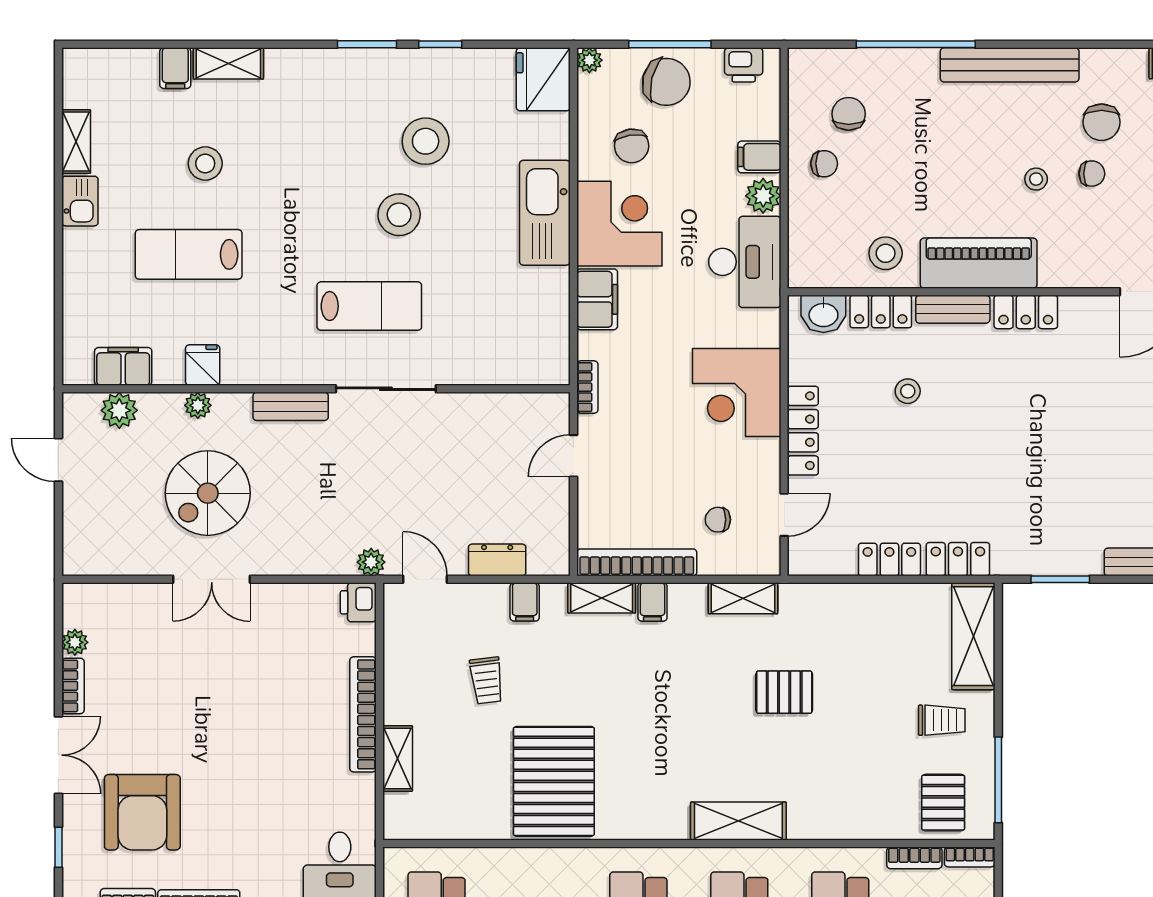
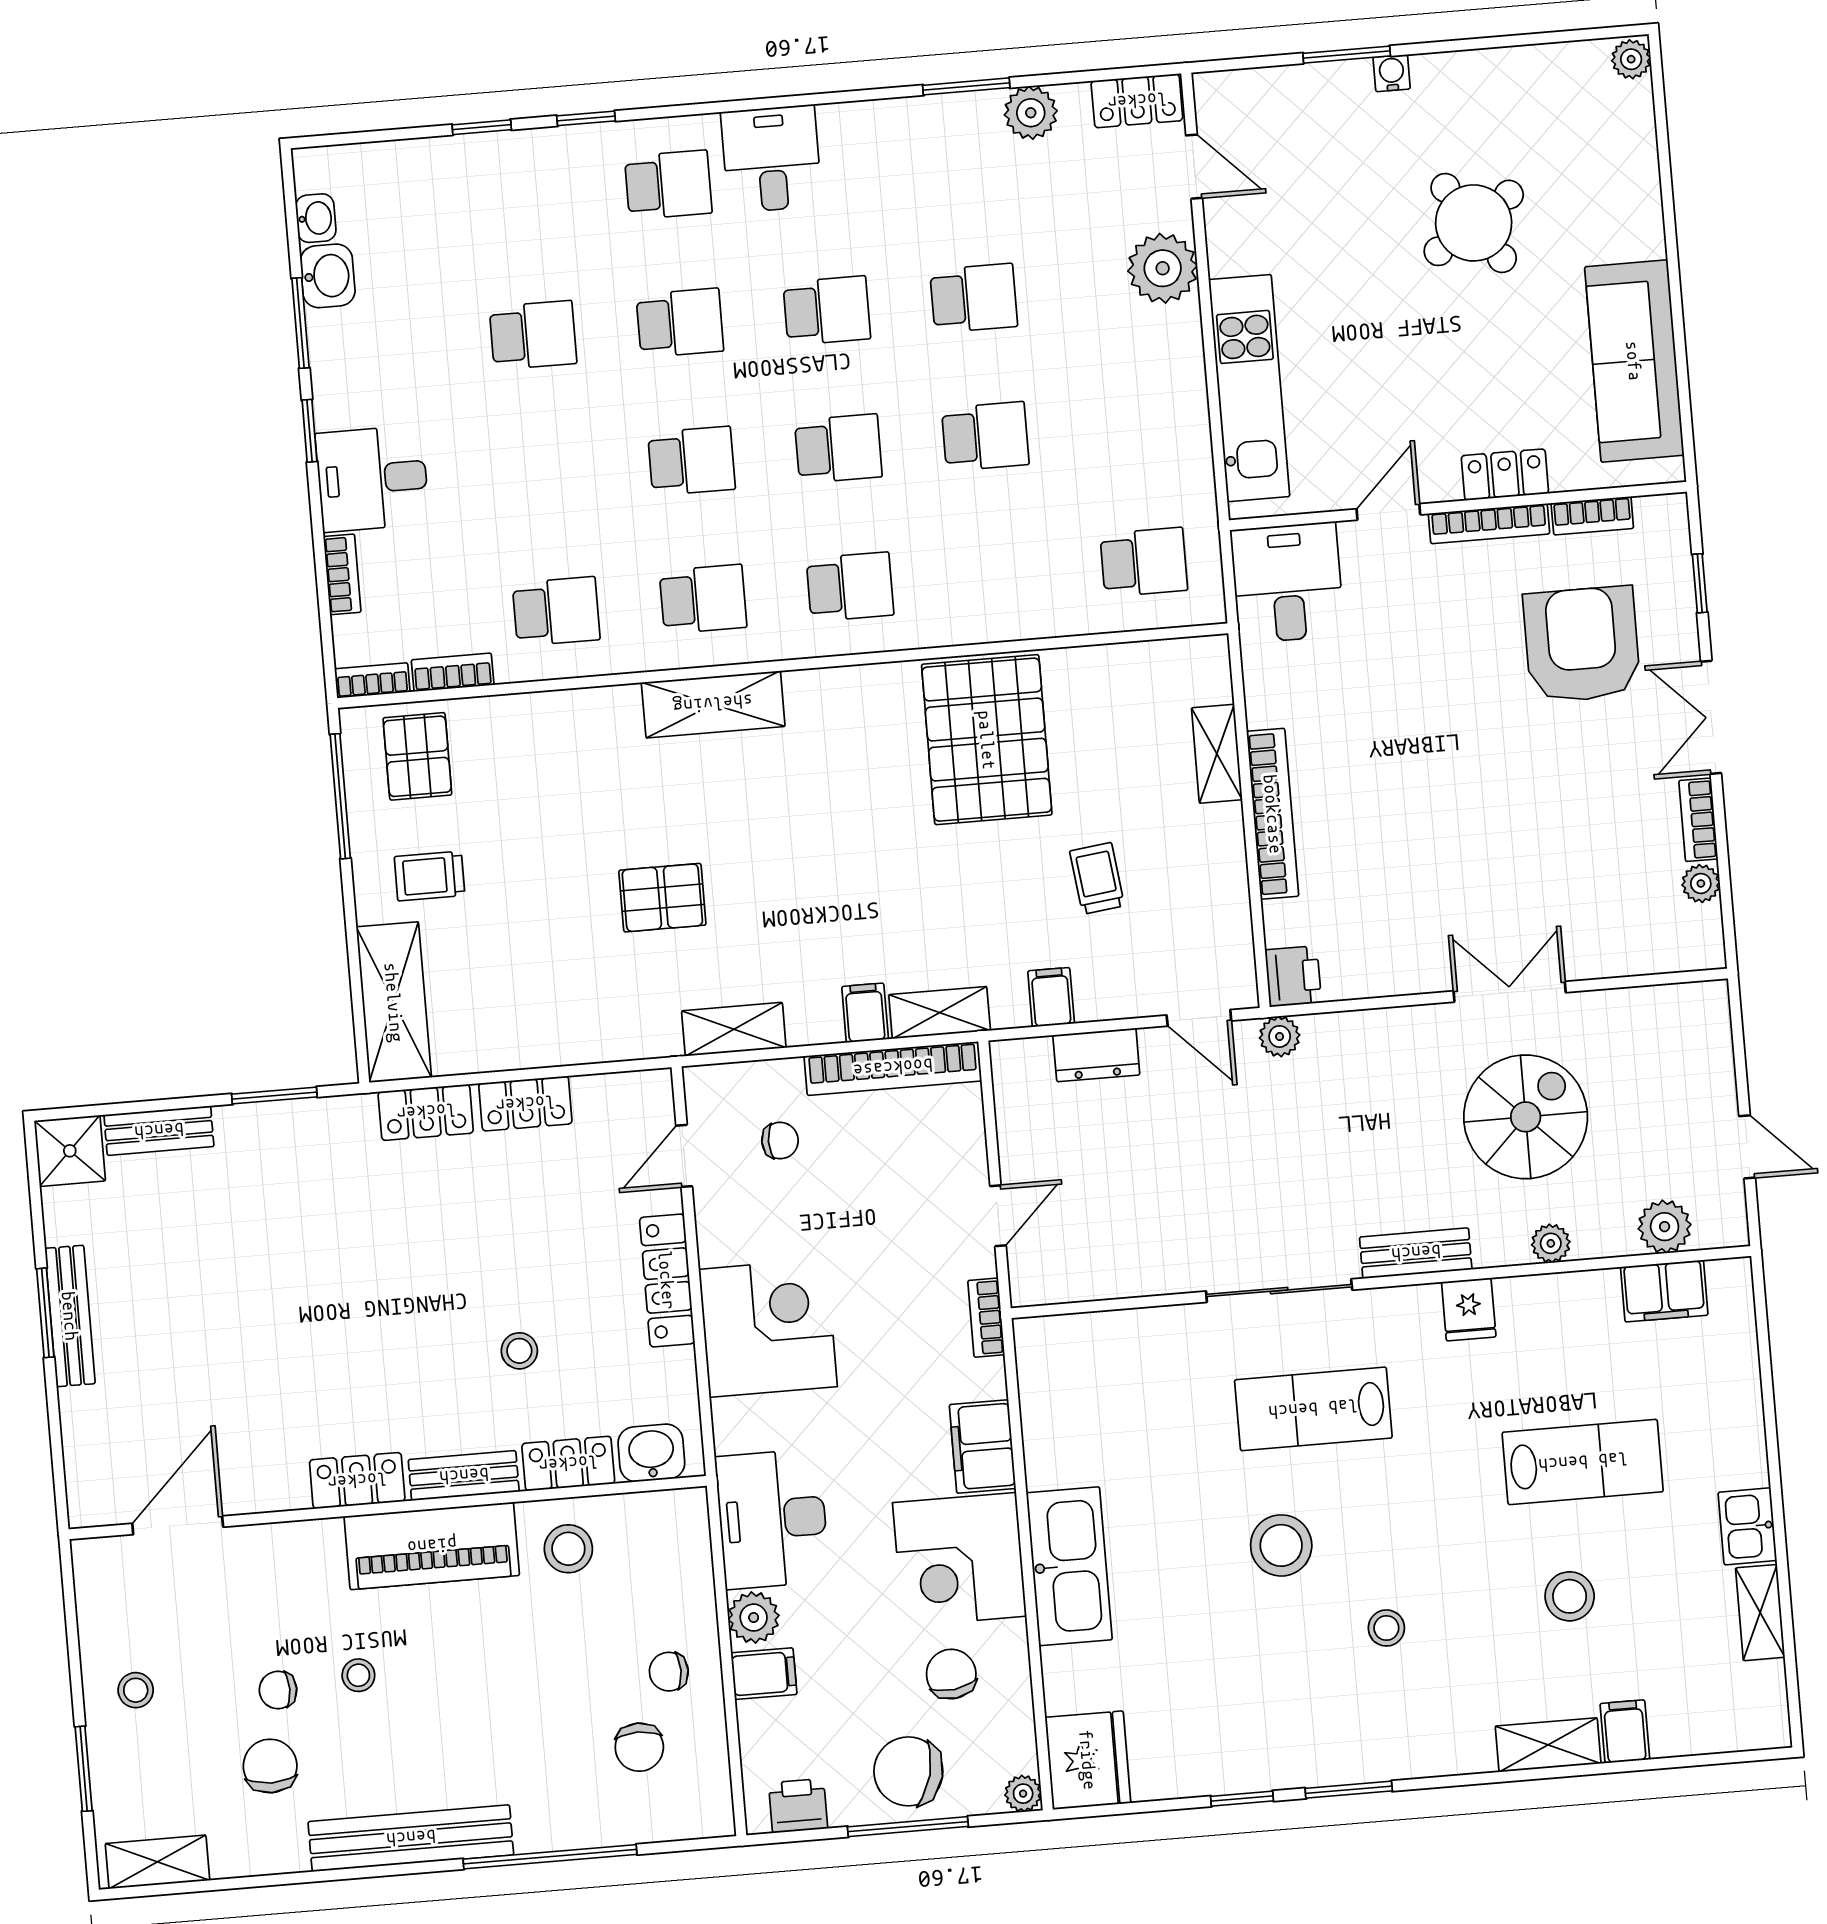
stool: (426, 141) -> (1386, 1628), moved, width x0.53, depth x0.53
fridge: (203, 365) -> (1469, 1309), moved

